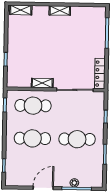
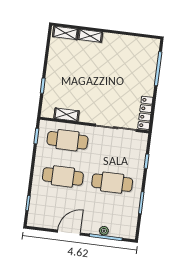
shelving: (60, 10) -> (90, 36), moved
shelving: (42, 83) -> (67, 115), moved

